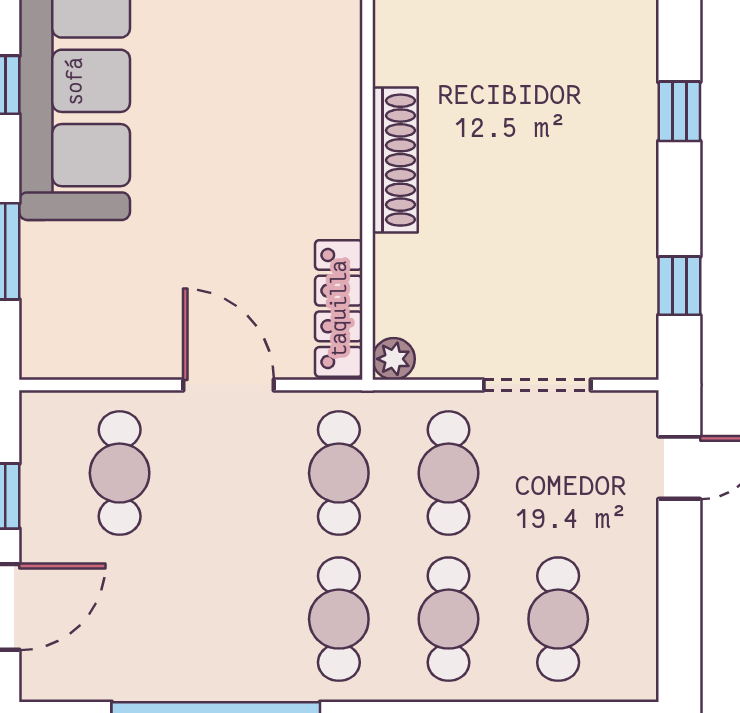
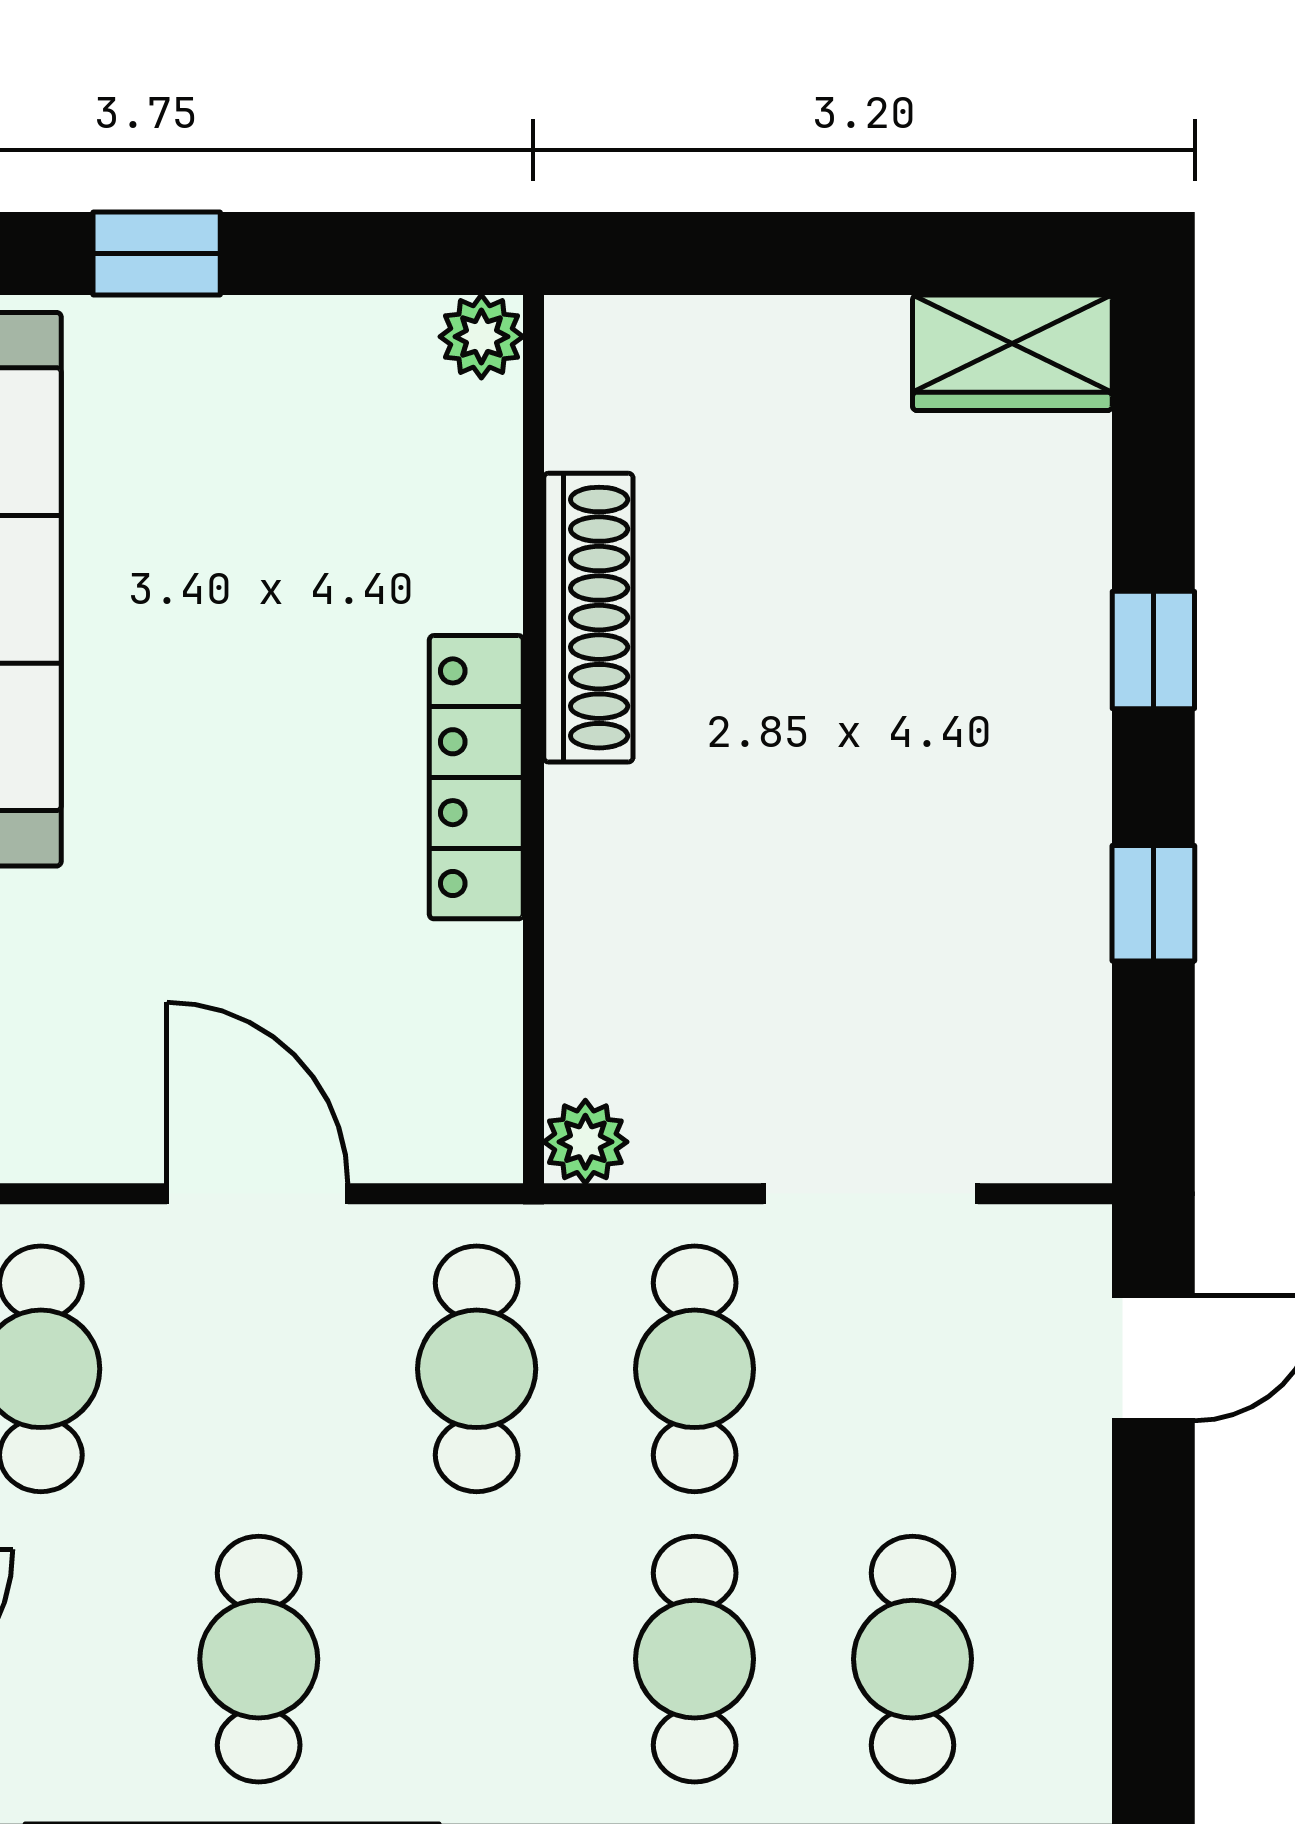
shoe rack: (395, 160) -> (588, 618), moved
window: (679, 286) -> (1153, 903), moved
locker: (339, 308) -> (476, 777), moved
cafe table: (339, 619) -> (259, 1659), moved

